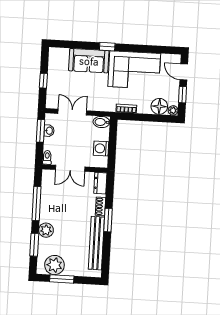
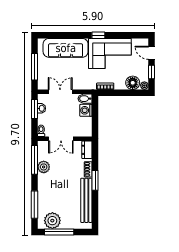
window: (107, 47) -> (98, 35), moved
sofa: (89, 61) -> (66, 48), width x1.36
window: (43, 81) -> (34, 67), width x2.17
washing machine: (101, 148) -> (86, 110), moved
window: (37, 203) -> (34, 160), moved
plant: (46, 230) -> (44, 167), moved
window: (34, 245) -> (34, 205), width x1.44
window: (62, 279) -> (59, 232), width x1.44

